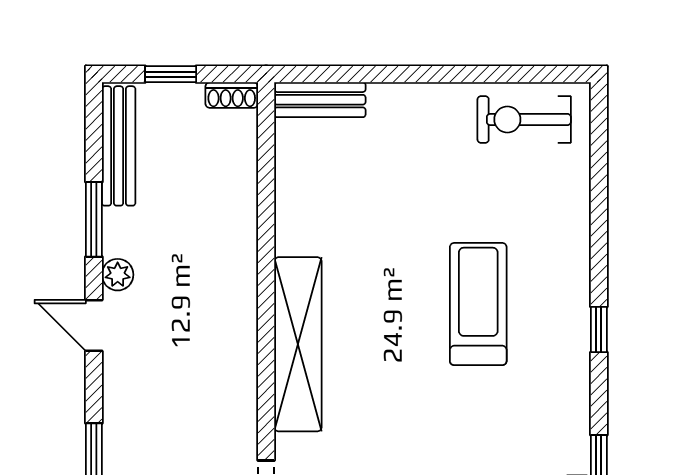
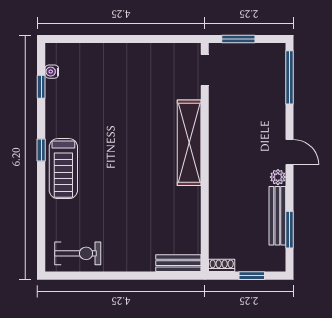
bench: (119, 146) -> (277, 216), moved
window: (94, 219) -> (290, 230), moved
treadmill: (478, 304) -> (63, 169), moved

